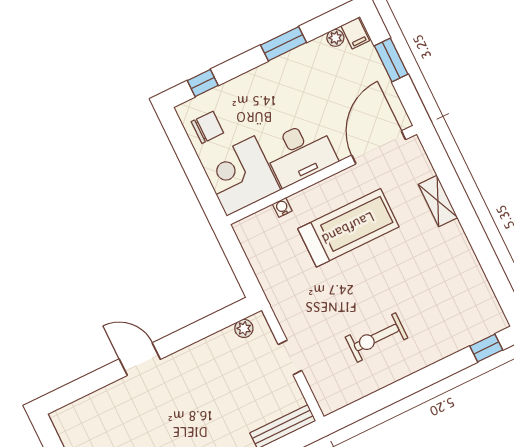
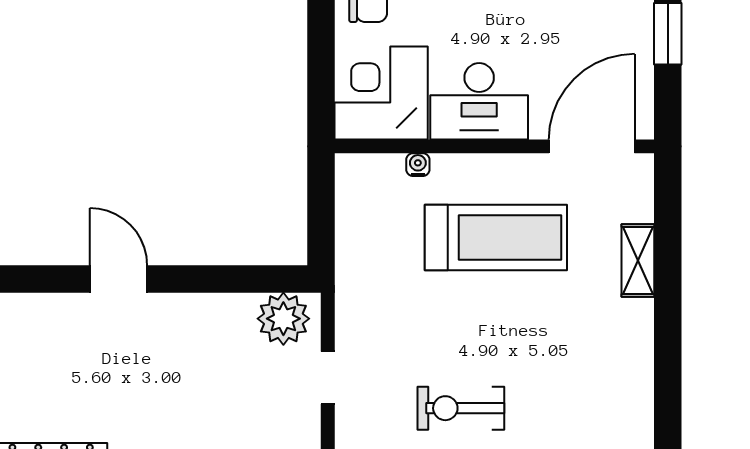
plant: (244, 328) -> (283, 319), width x1.87, depth x1.87

